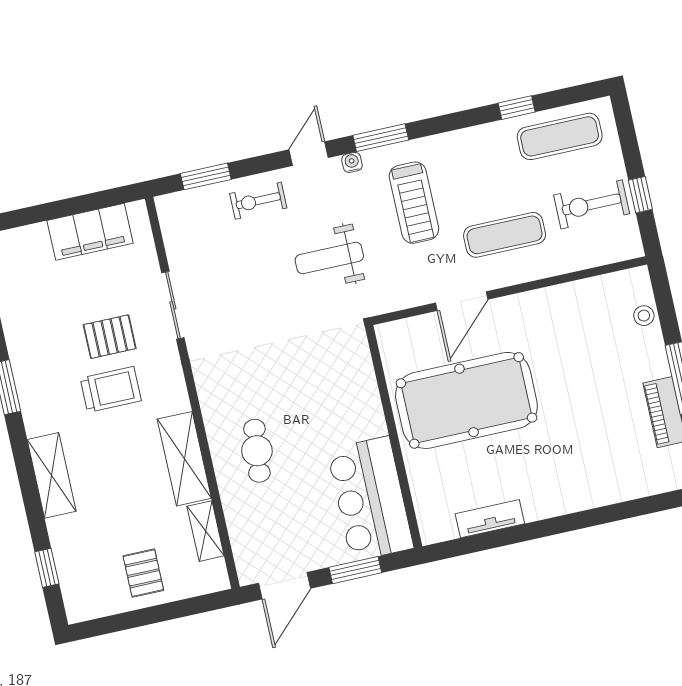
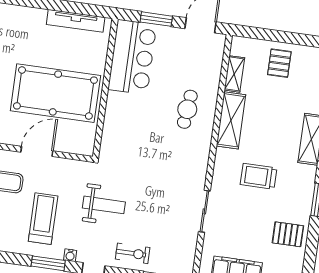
pallet: (110, 337) -> (288, 234), moved
tv unit: (490, 519) -> (76, 21), width x1.41

